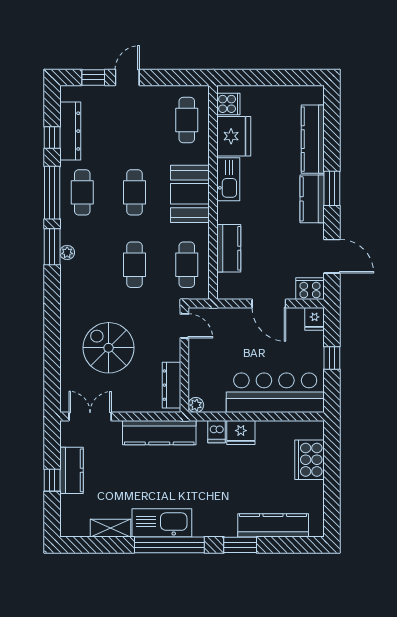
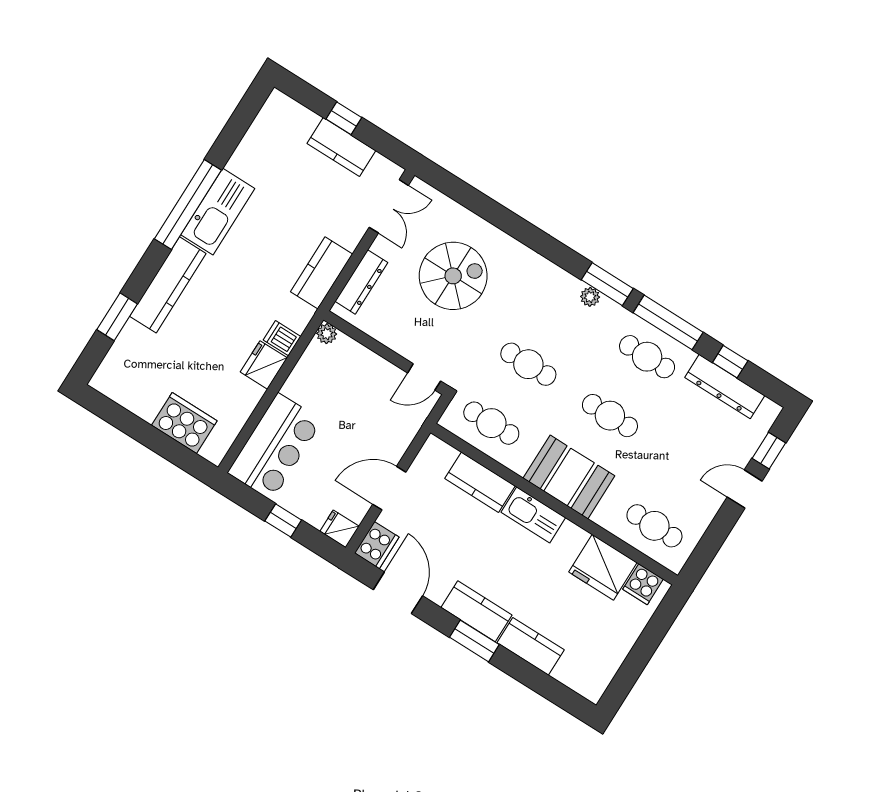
door: (127, 77) -> (745, 489), swing flipped
kitchen counter: (313, 139) -> (531, 646), width x0.67
kitchen sink: (228, 179) -> (533, 515), moved
door: (332, 256) -> (398, 593), swing flipped
dresser: (171, 385) -> (361, 282), moved, turned 90
bar counter: (275, 393) -> (275, 447), width x0.73
kitchen counter: (159, 433) -> (322, 273), width x0.67
kitchen counter: (273, 525) -> (168, 285), moved
shelving: (111, 528) -> (248, 150), removed
window: (240, 545) -> (117, 317), moved

